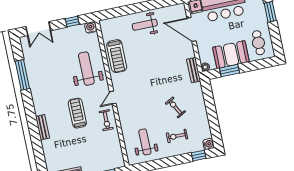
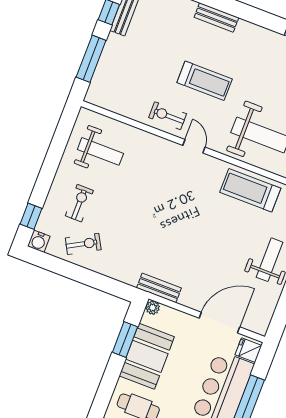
exercise bike: (175, 107) -> (83, 244), moved

